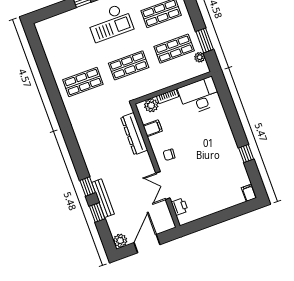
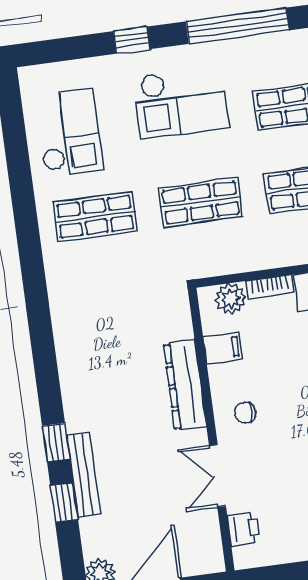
checkout: (63, 47) -> (69, 133), added
dresser: (134, 134) -> (185, 385), moved

